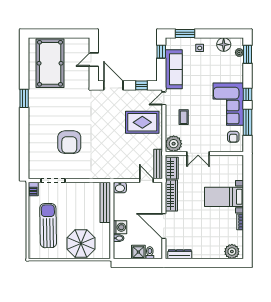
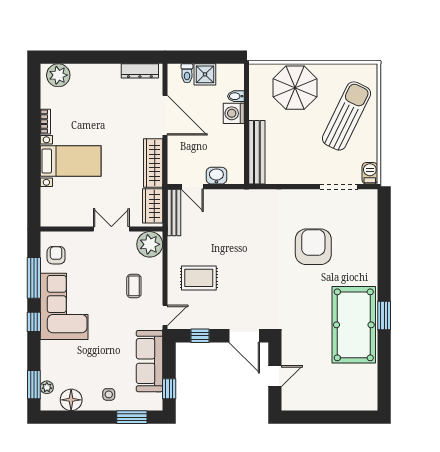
pool table: (50, 63) -> (354, 325), moved
rug: (142, 122) -> (199, 278), width x0.73, depth x0.70
washbasin: (120, 187) -> (216, 176), moved
sun lounger: (48, 226) -> (346, 116), turned -153

